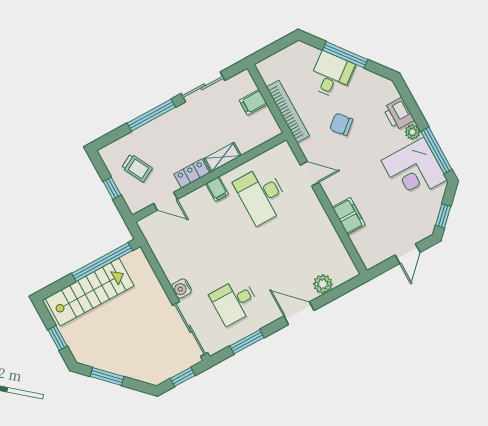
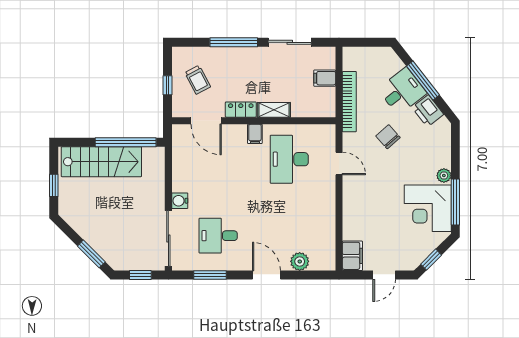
printer: (399, 114) -> (428, 111), moved, turned -38
door: (165, 201) -> (206, 121), width x1.37
filing cabinet: (349, 216) -> (352, 256), moved
window: (107, 376) -> (91, 254), moved

